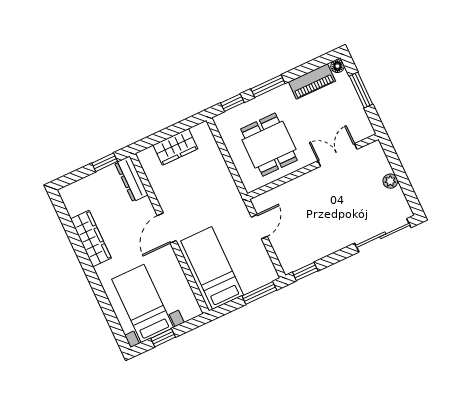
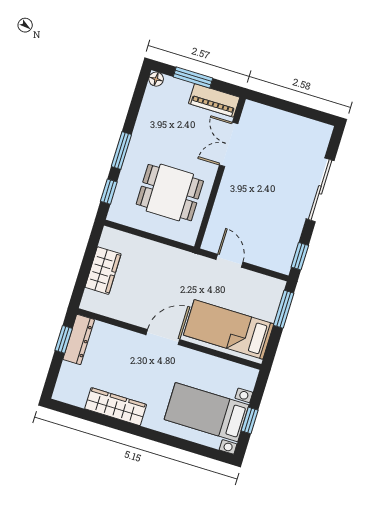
piano: (312, 81) -> (214, 100), moved, turned 90
dresser: (131, 179) -> (79, 339), moved, turned -90
plant: (390, 181) -> (289, 120), removed
door: (167, 228) -> (163, 337), swing flipped
sliding door: (383, 235) -> (320, 190), moved

